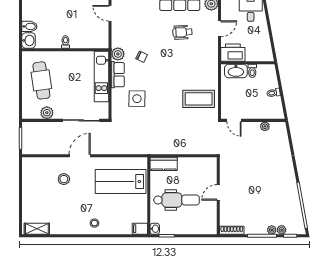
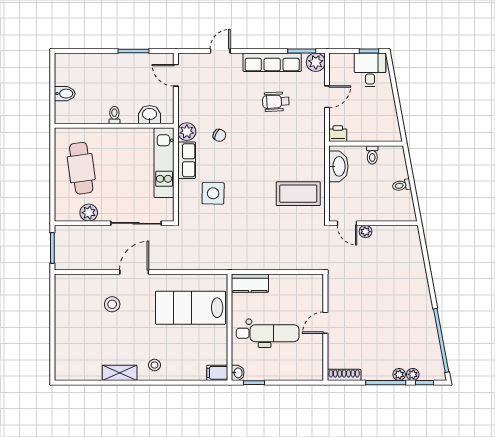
washbasin: (29, 40) -> (150, 115), moved, turned -90
printer: (233, 53) -> (338, 134), width x0.53, depth x0.68
washbasin: (236, 71) -> (338, 166), moved, turned -90
plant: (265, 126) -> (365, 232), moved
shelving: (37, 229) -> (120, 373), moved

